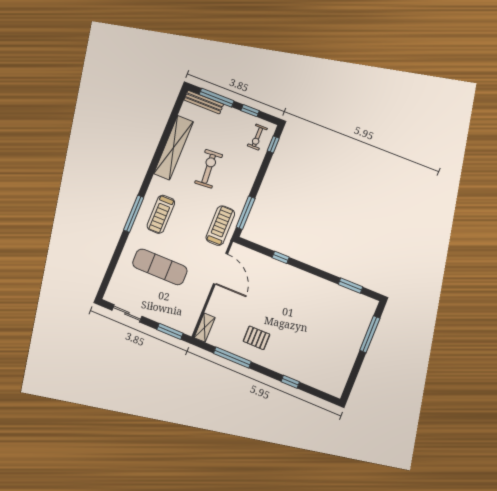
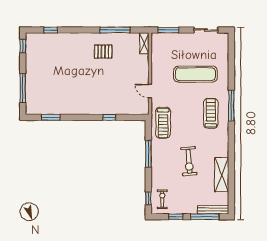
shelving: (174, 148) -> (222, 175), width x0.68
window: (246, 213) -> (148, 154), moved
door: (220, 269) -> (150, 91), width x0.53
window: (290, 382) -> (51, 30), moved
window: (350, 384) -> (23, 46), added

